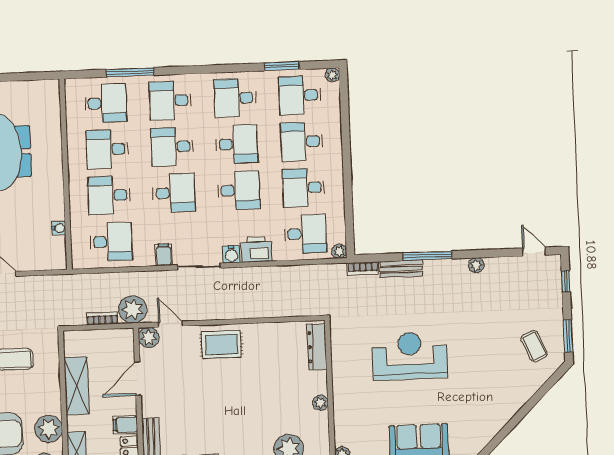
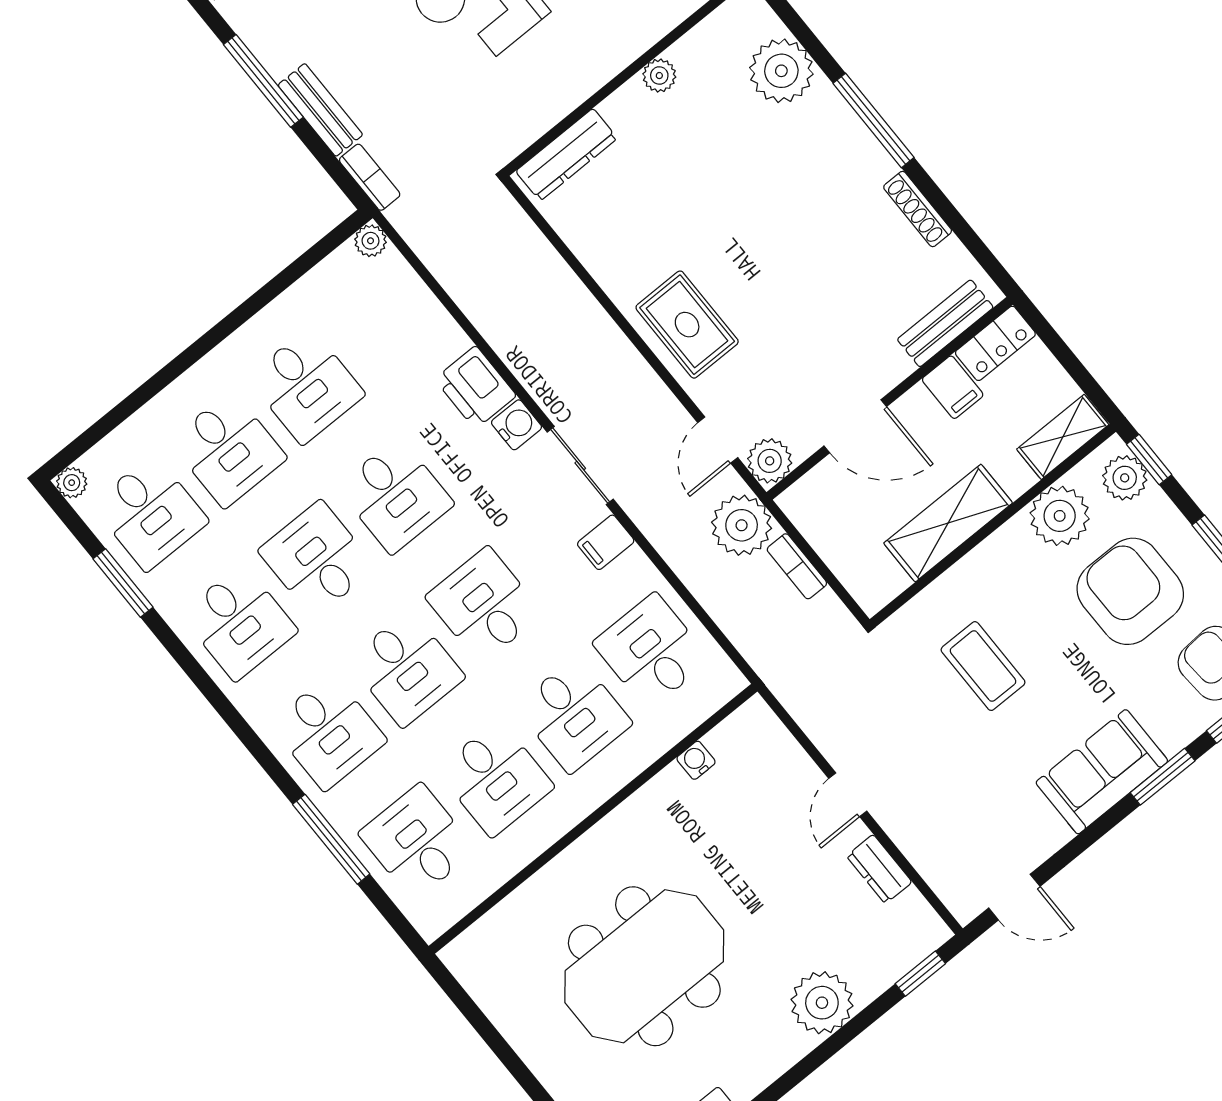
desk: (239, 190) -> (395, 496), turned 180
desk: (305, 234) -> (384, 322), removed

